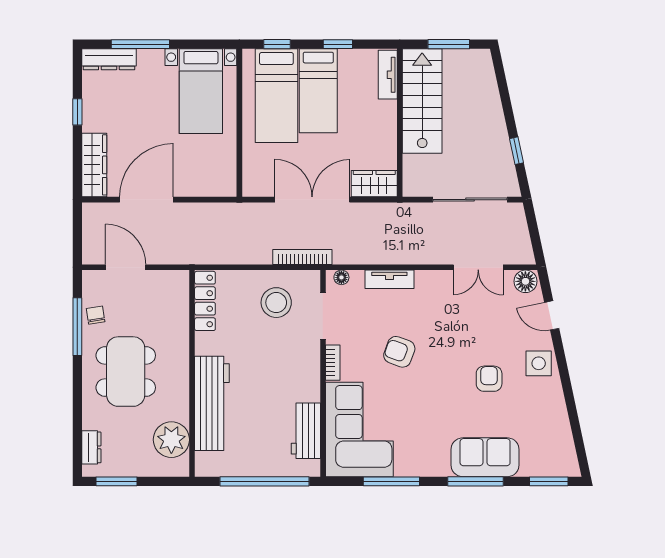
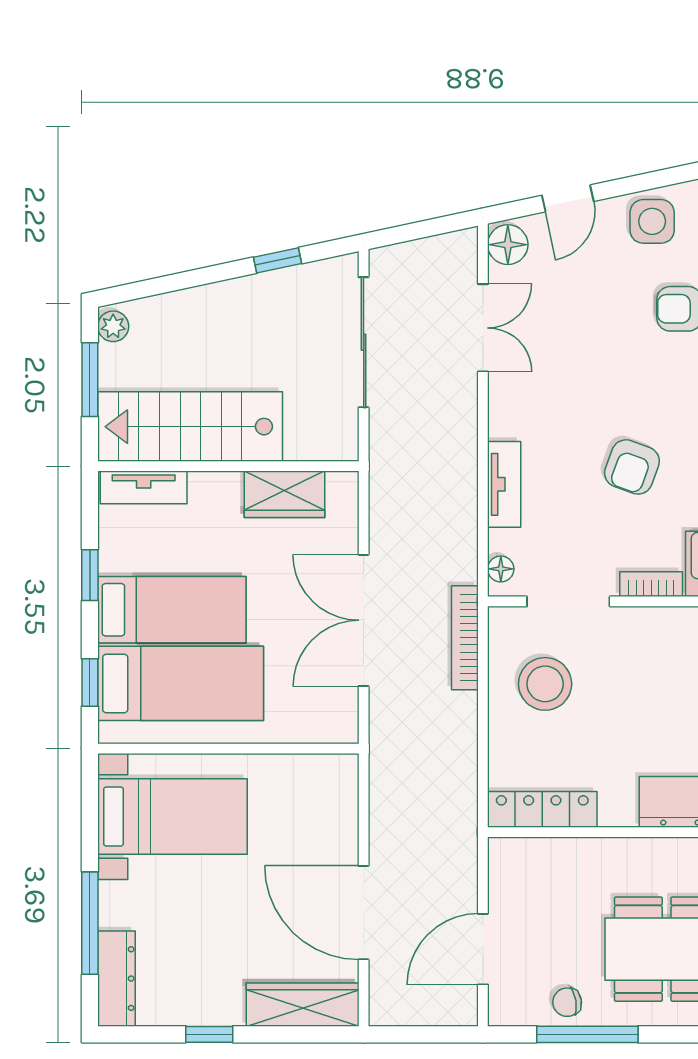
plant: (479, 57) -> (113, 326), added
wardrobe: (374, 184) -> (284, 494), moved, turned -90

